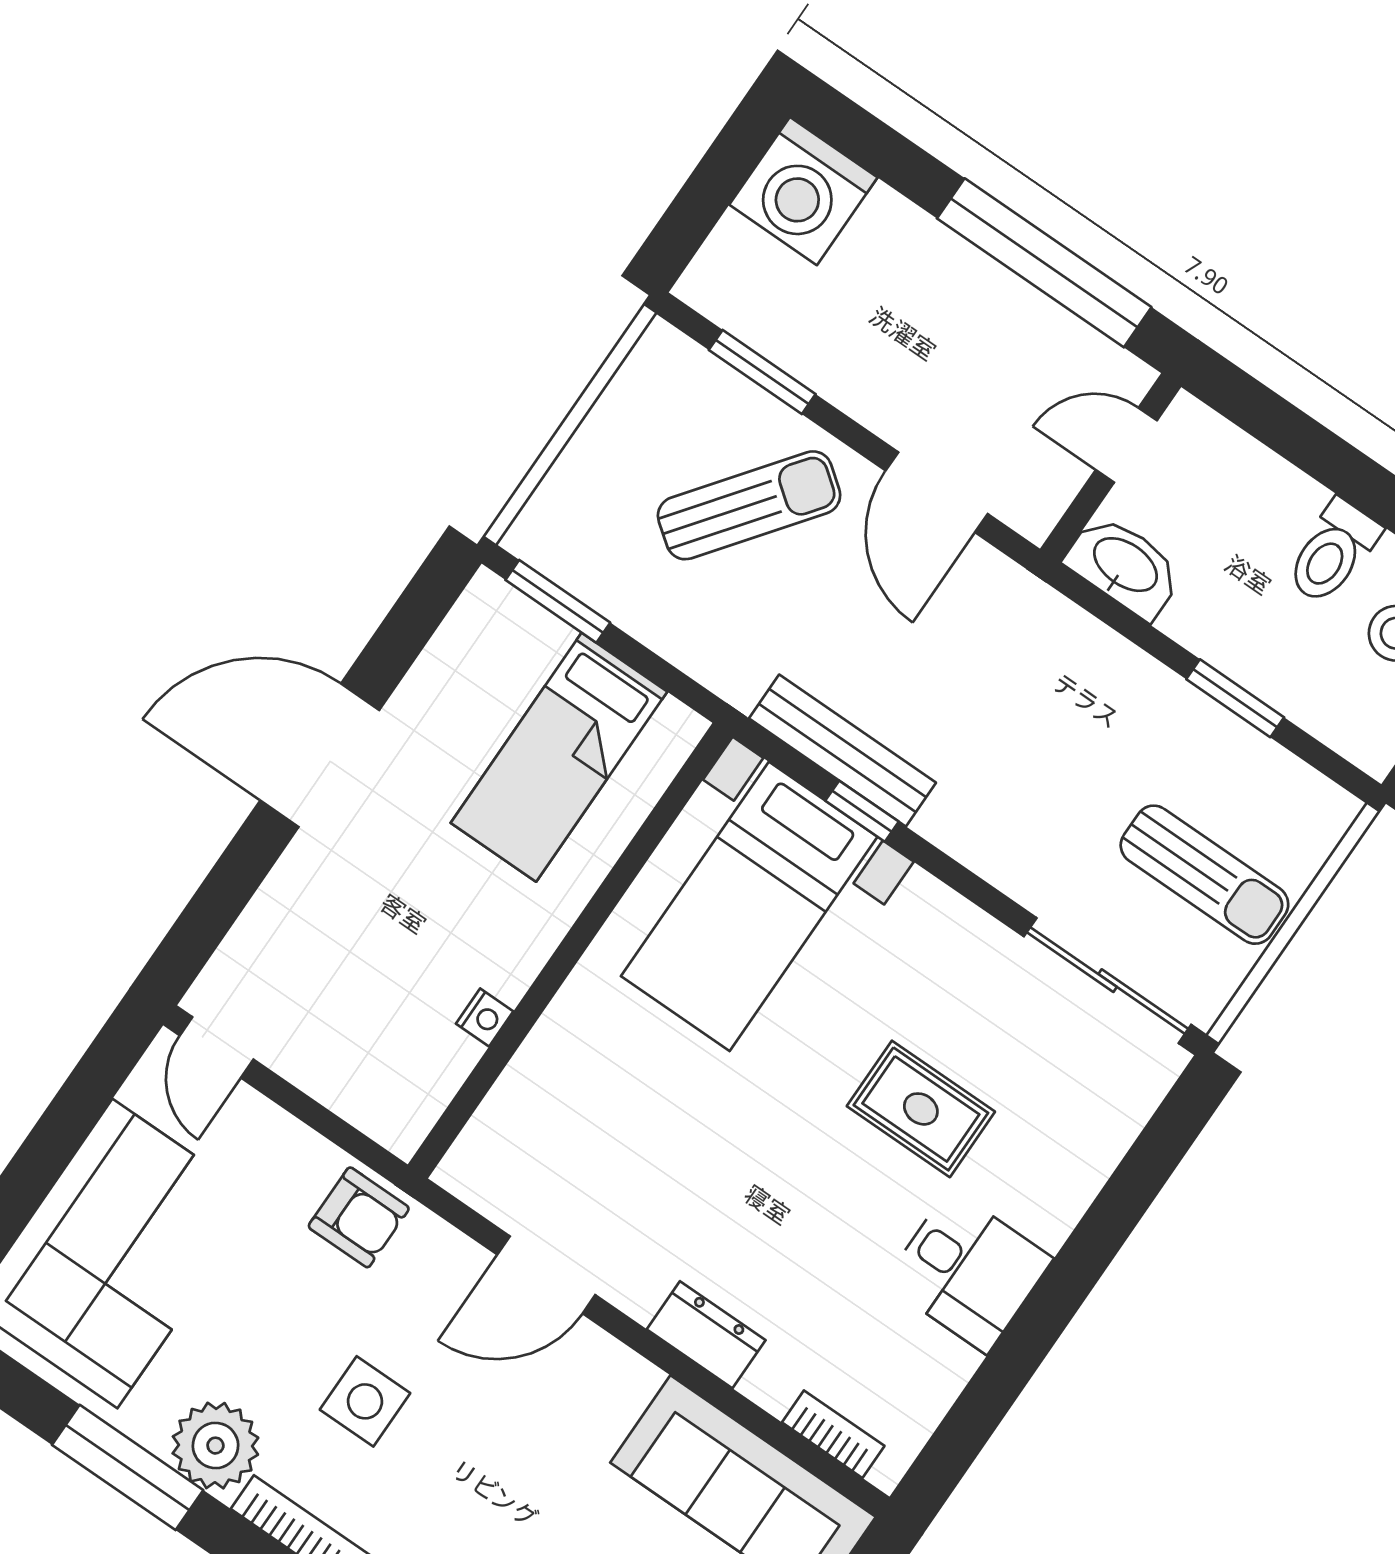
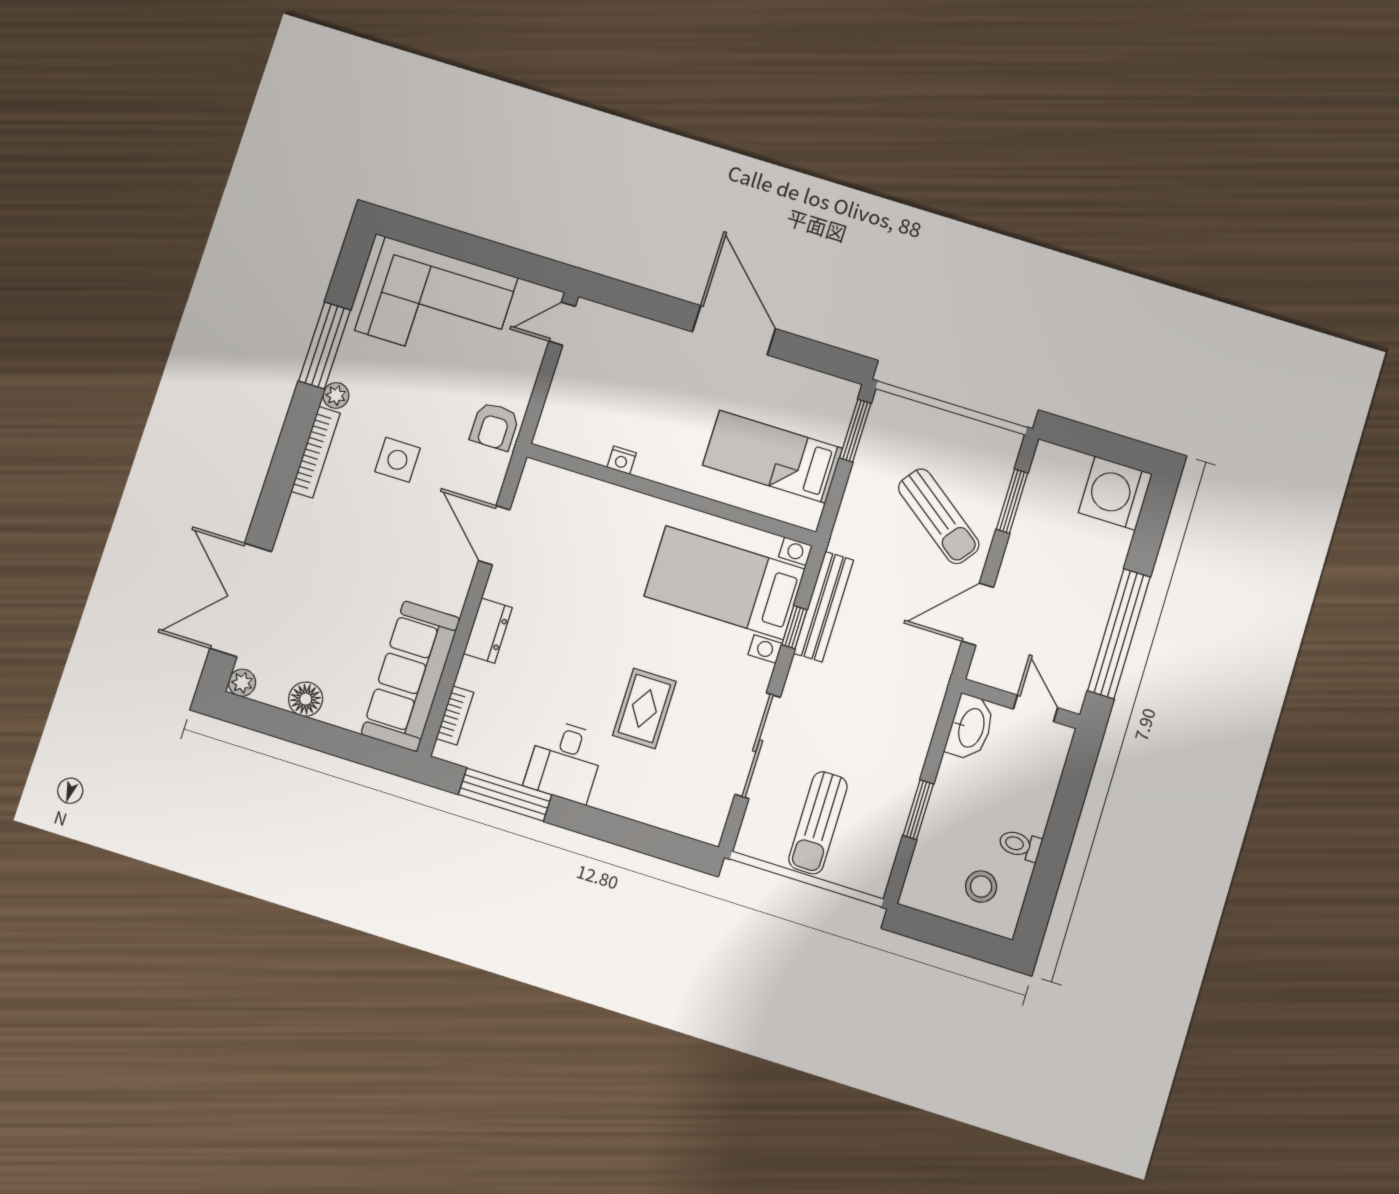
toilet: (1333, 552) -> (1020, 845), width x0.73, depth x0.72
sliding door: (1108, 981) -> (758, 746), moved
window: (993, 1390) -> (505, 795), added
plant: (215, 1446) -> (336, 395), width x0.53, depth x0.53

